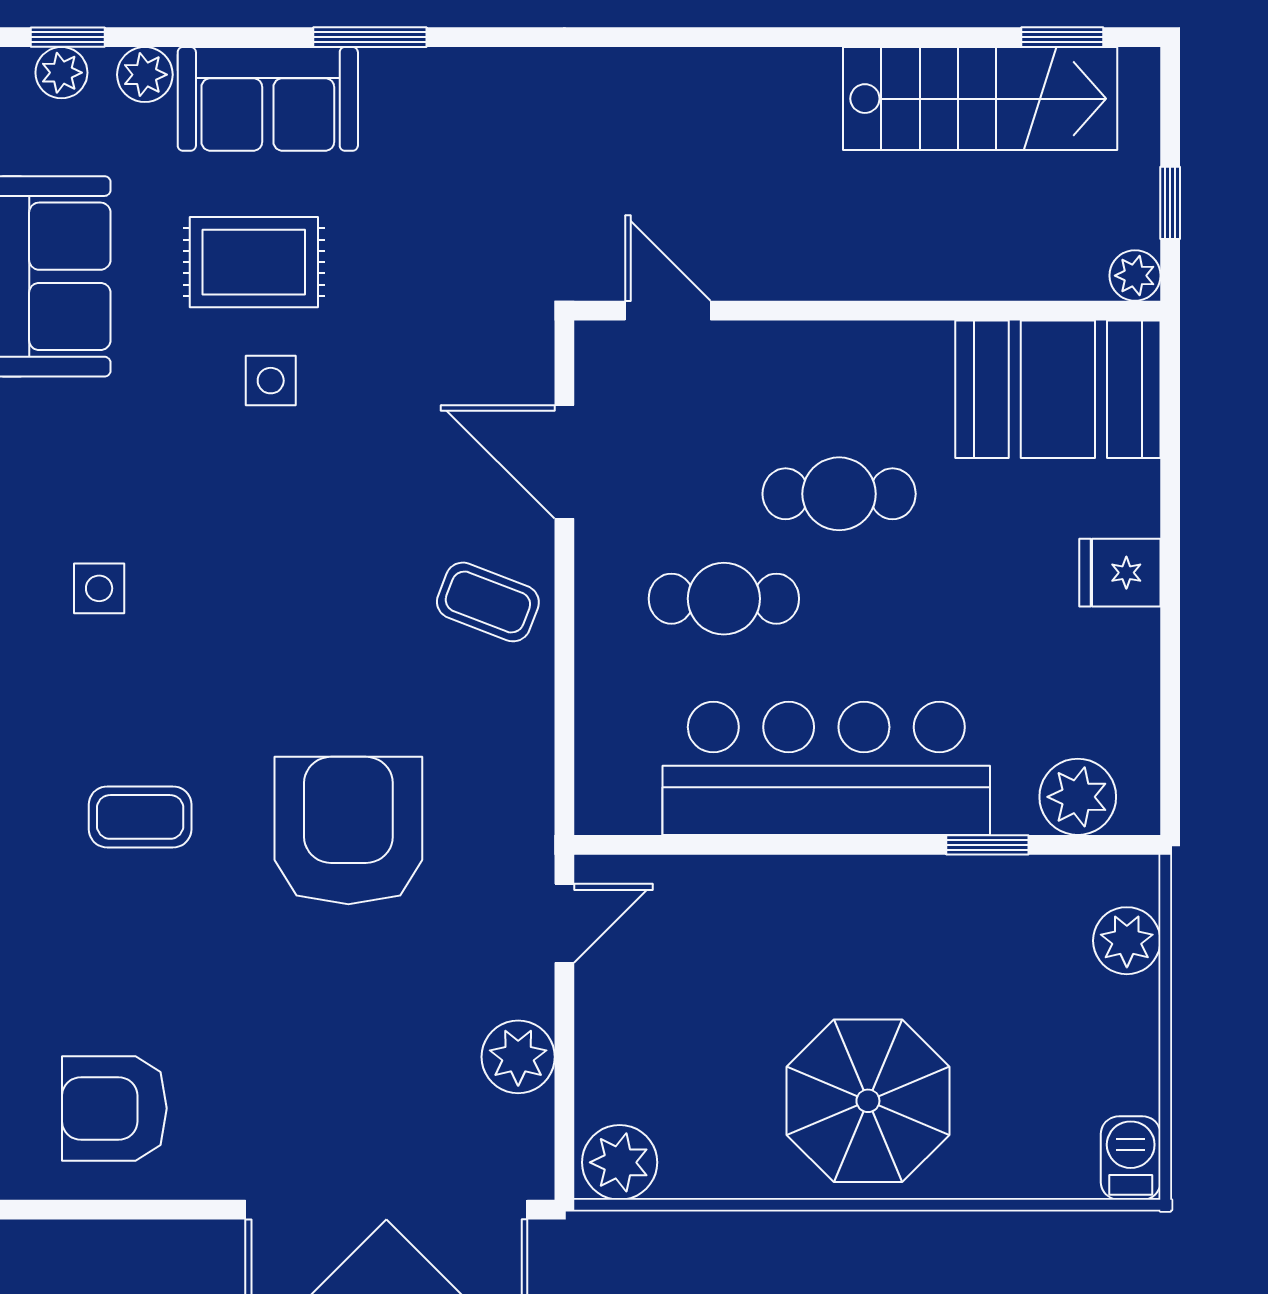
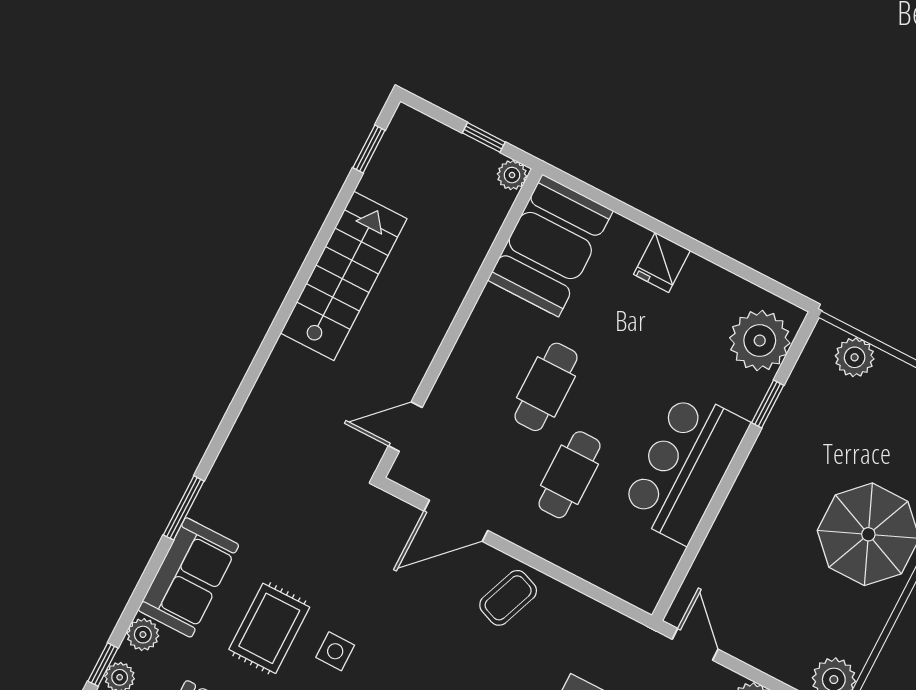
stairs: (980, 99) -> (344, 276), moved
bar counter: (826, 768) -> (685, 467), width x0.73
plant: (1078, 797) -> (760, 341), width x1.36, depth x1.36

